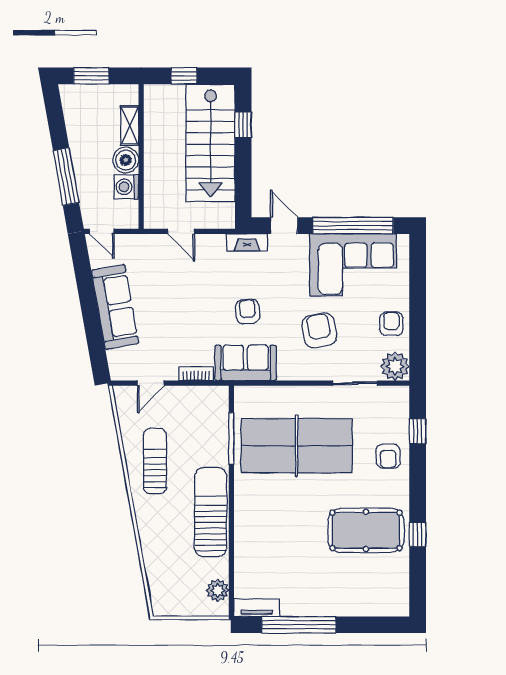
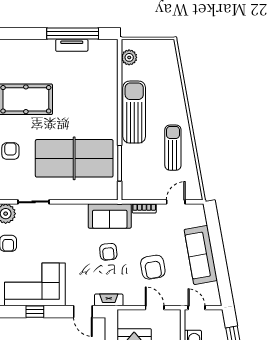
window: (353, 226) -> (35, 312), width x0.32
door: (102, 231) -> (197, 308), moved
armchair: (319, 330) -> (153, 267), moved
sun lounger: (155, 461) -> (173, 148), turned 180
sun lounger: (211, 512) -> (134, 112), turned 180
tv unit: (257, 608) -> (72, 45), moved

